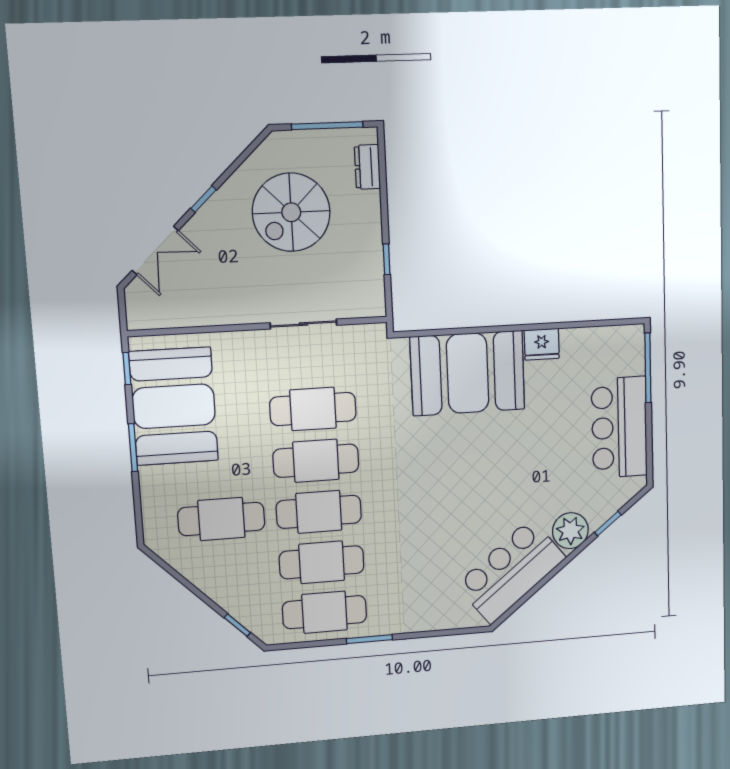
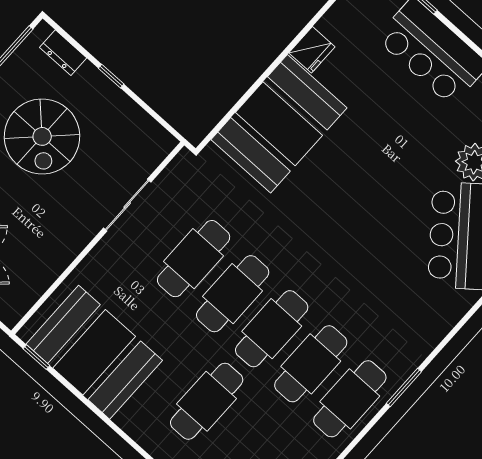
window: (387, 259) -> (111, 76), moved
window: (133, 448) -> (95, 409), removed

